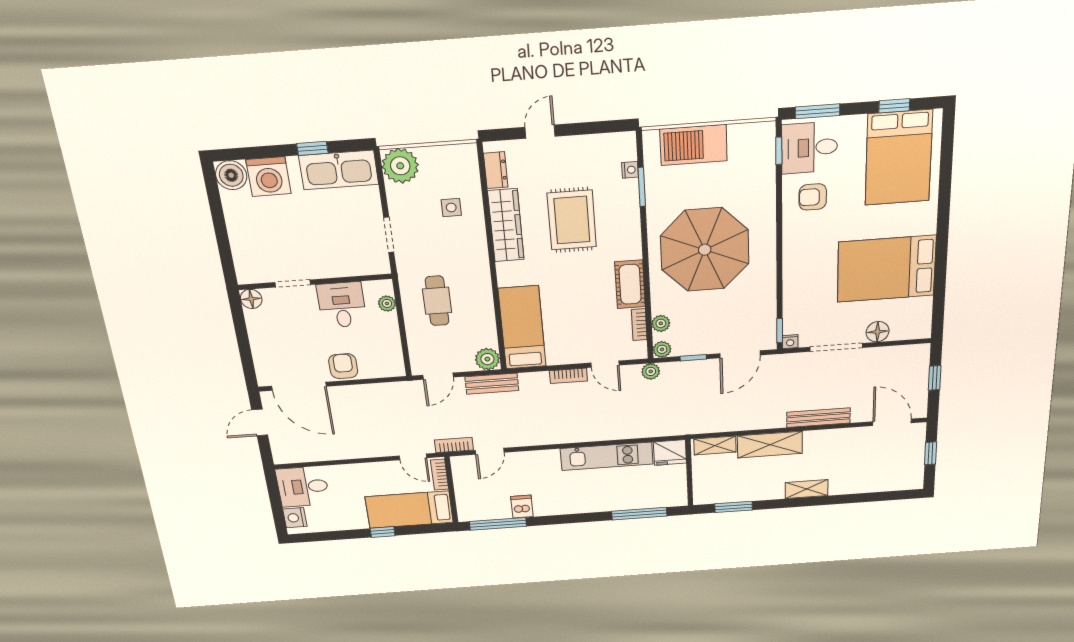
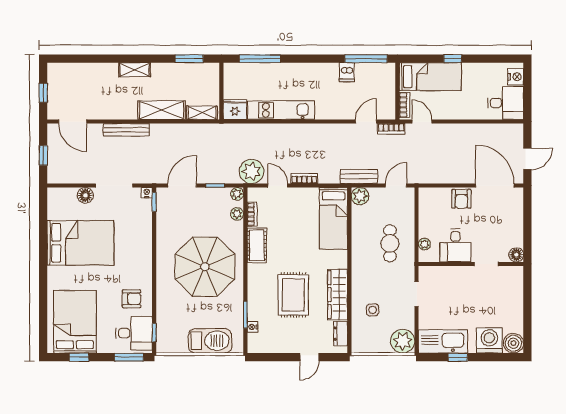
plant: (651, 371) -> (252, 171), width x1.88, depth x1.88

